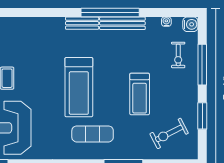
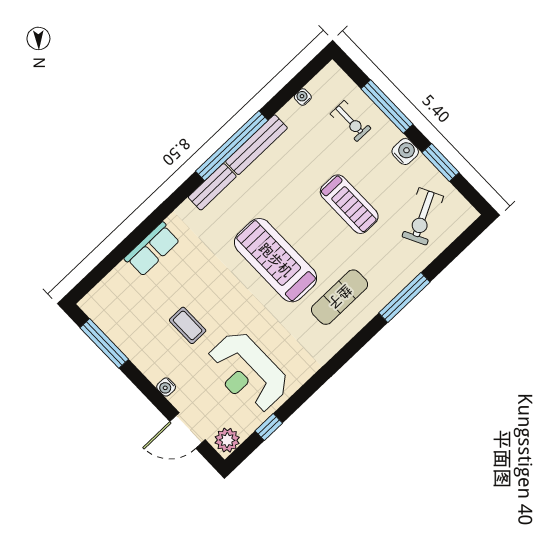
water cooler: (190, 24) -> (405, 152), moved
row of seats: (25, 26) -> (152, 249), added
treadmill: (79, 87) -> (276, 260), turned 180

